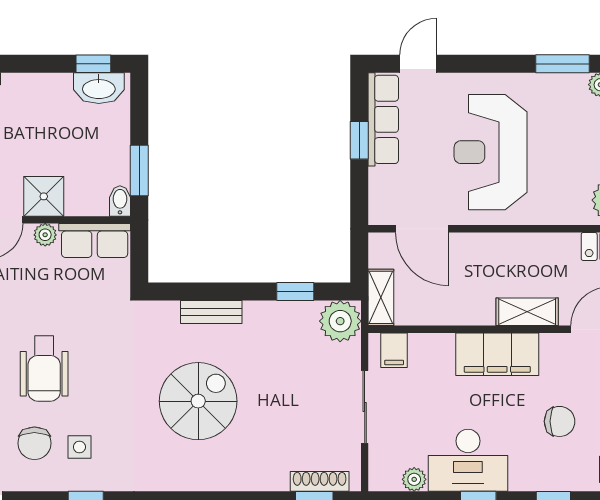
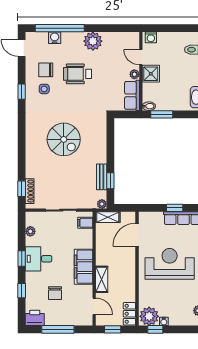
bench: (211, 312) -> (102, 177), moved
plant: (340, 321) -> (102, 204), width x0.53, depth x0.53
desk: (468, 460) -> (39, 259), width x0.73

